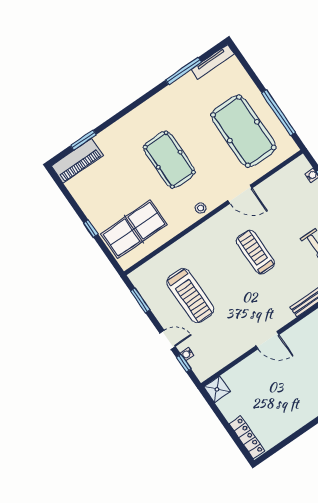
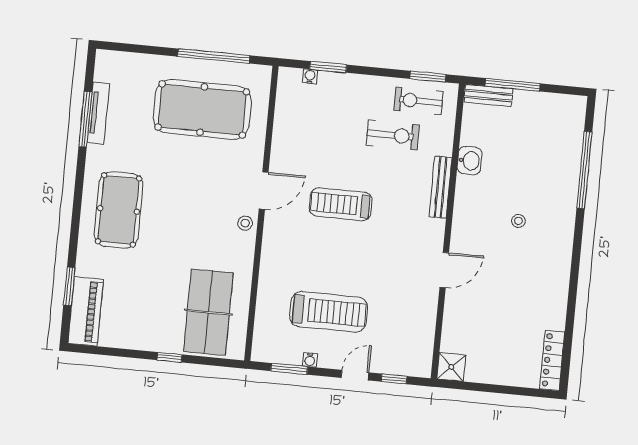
tv unit: (213, 62) -> (98, 113), moved
pool table: (169, 160) -> (119, 210), moved, turned 90
door: (240, 194) -> (264, 191), moved
water cooler: (187, 354) -> (310, 360), moved
locker: (247, 437) -> (552, 360), moved, turned -90

